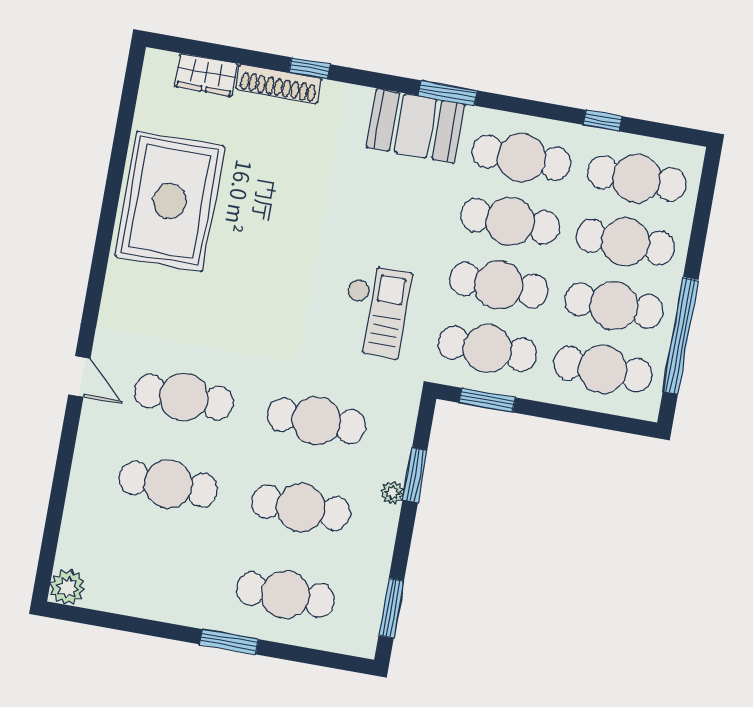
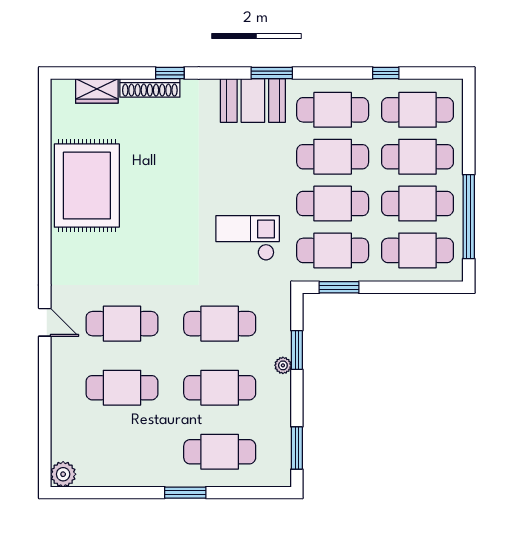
checkout: (375, 311) -> (248, 238), turned -90

